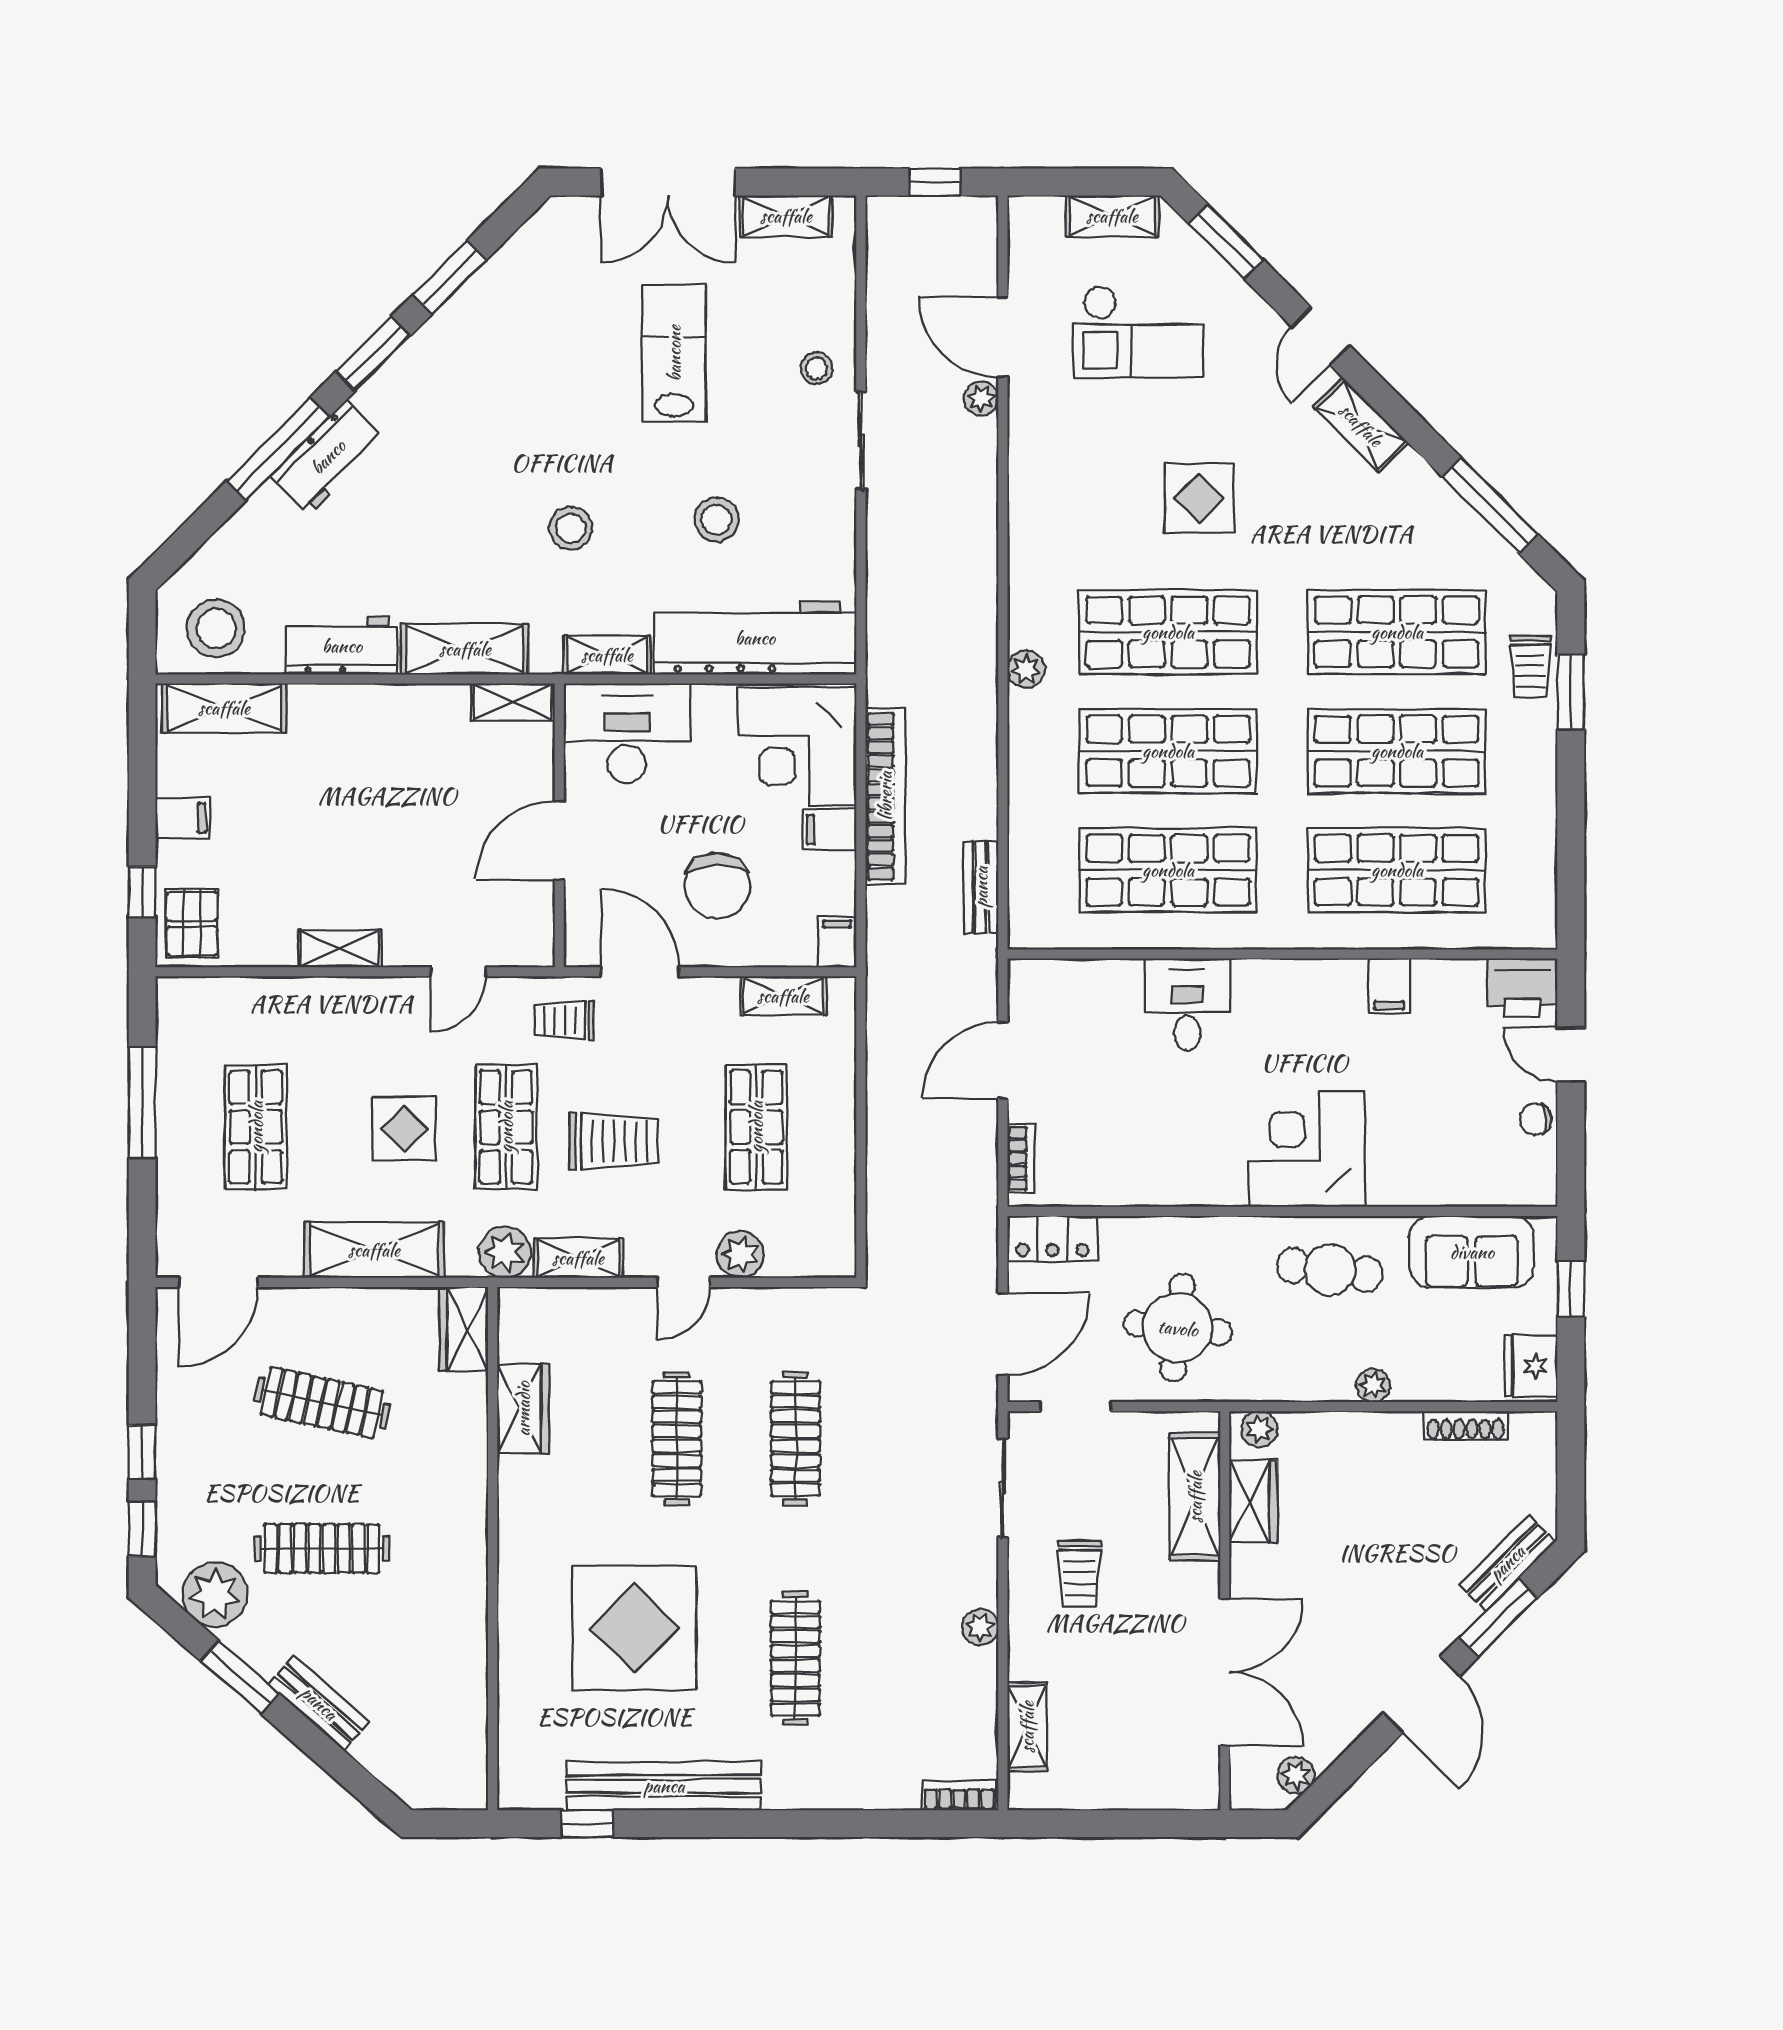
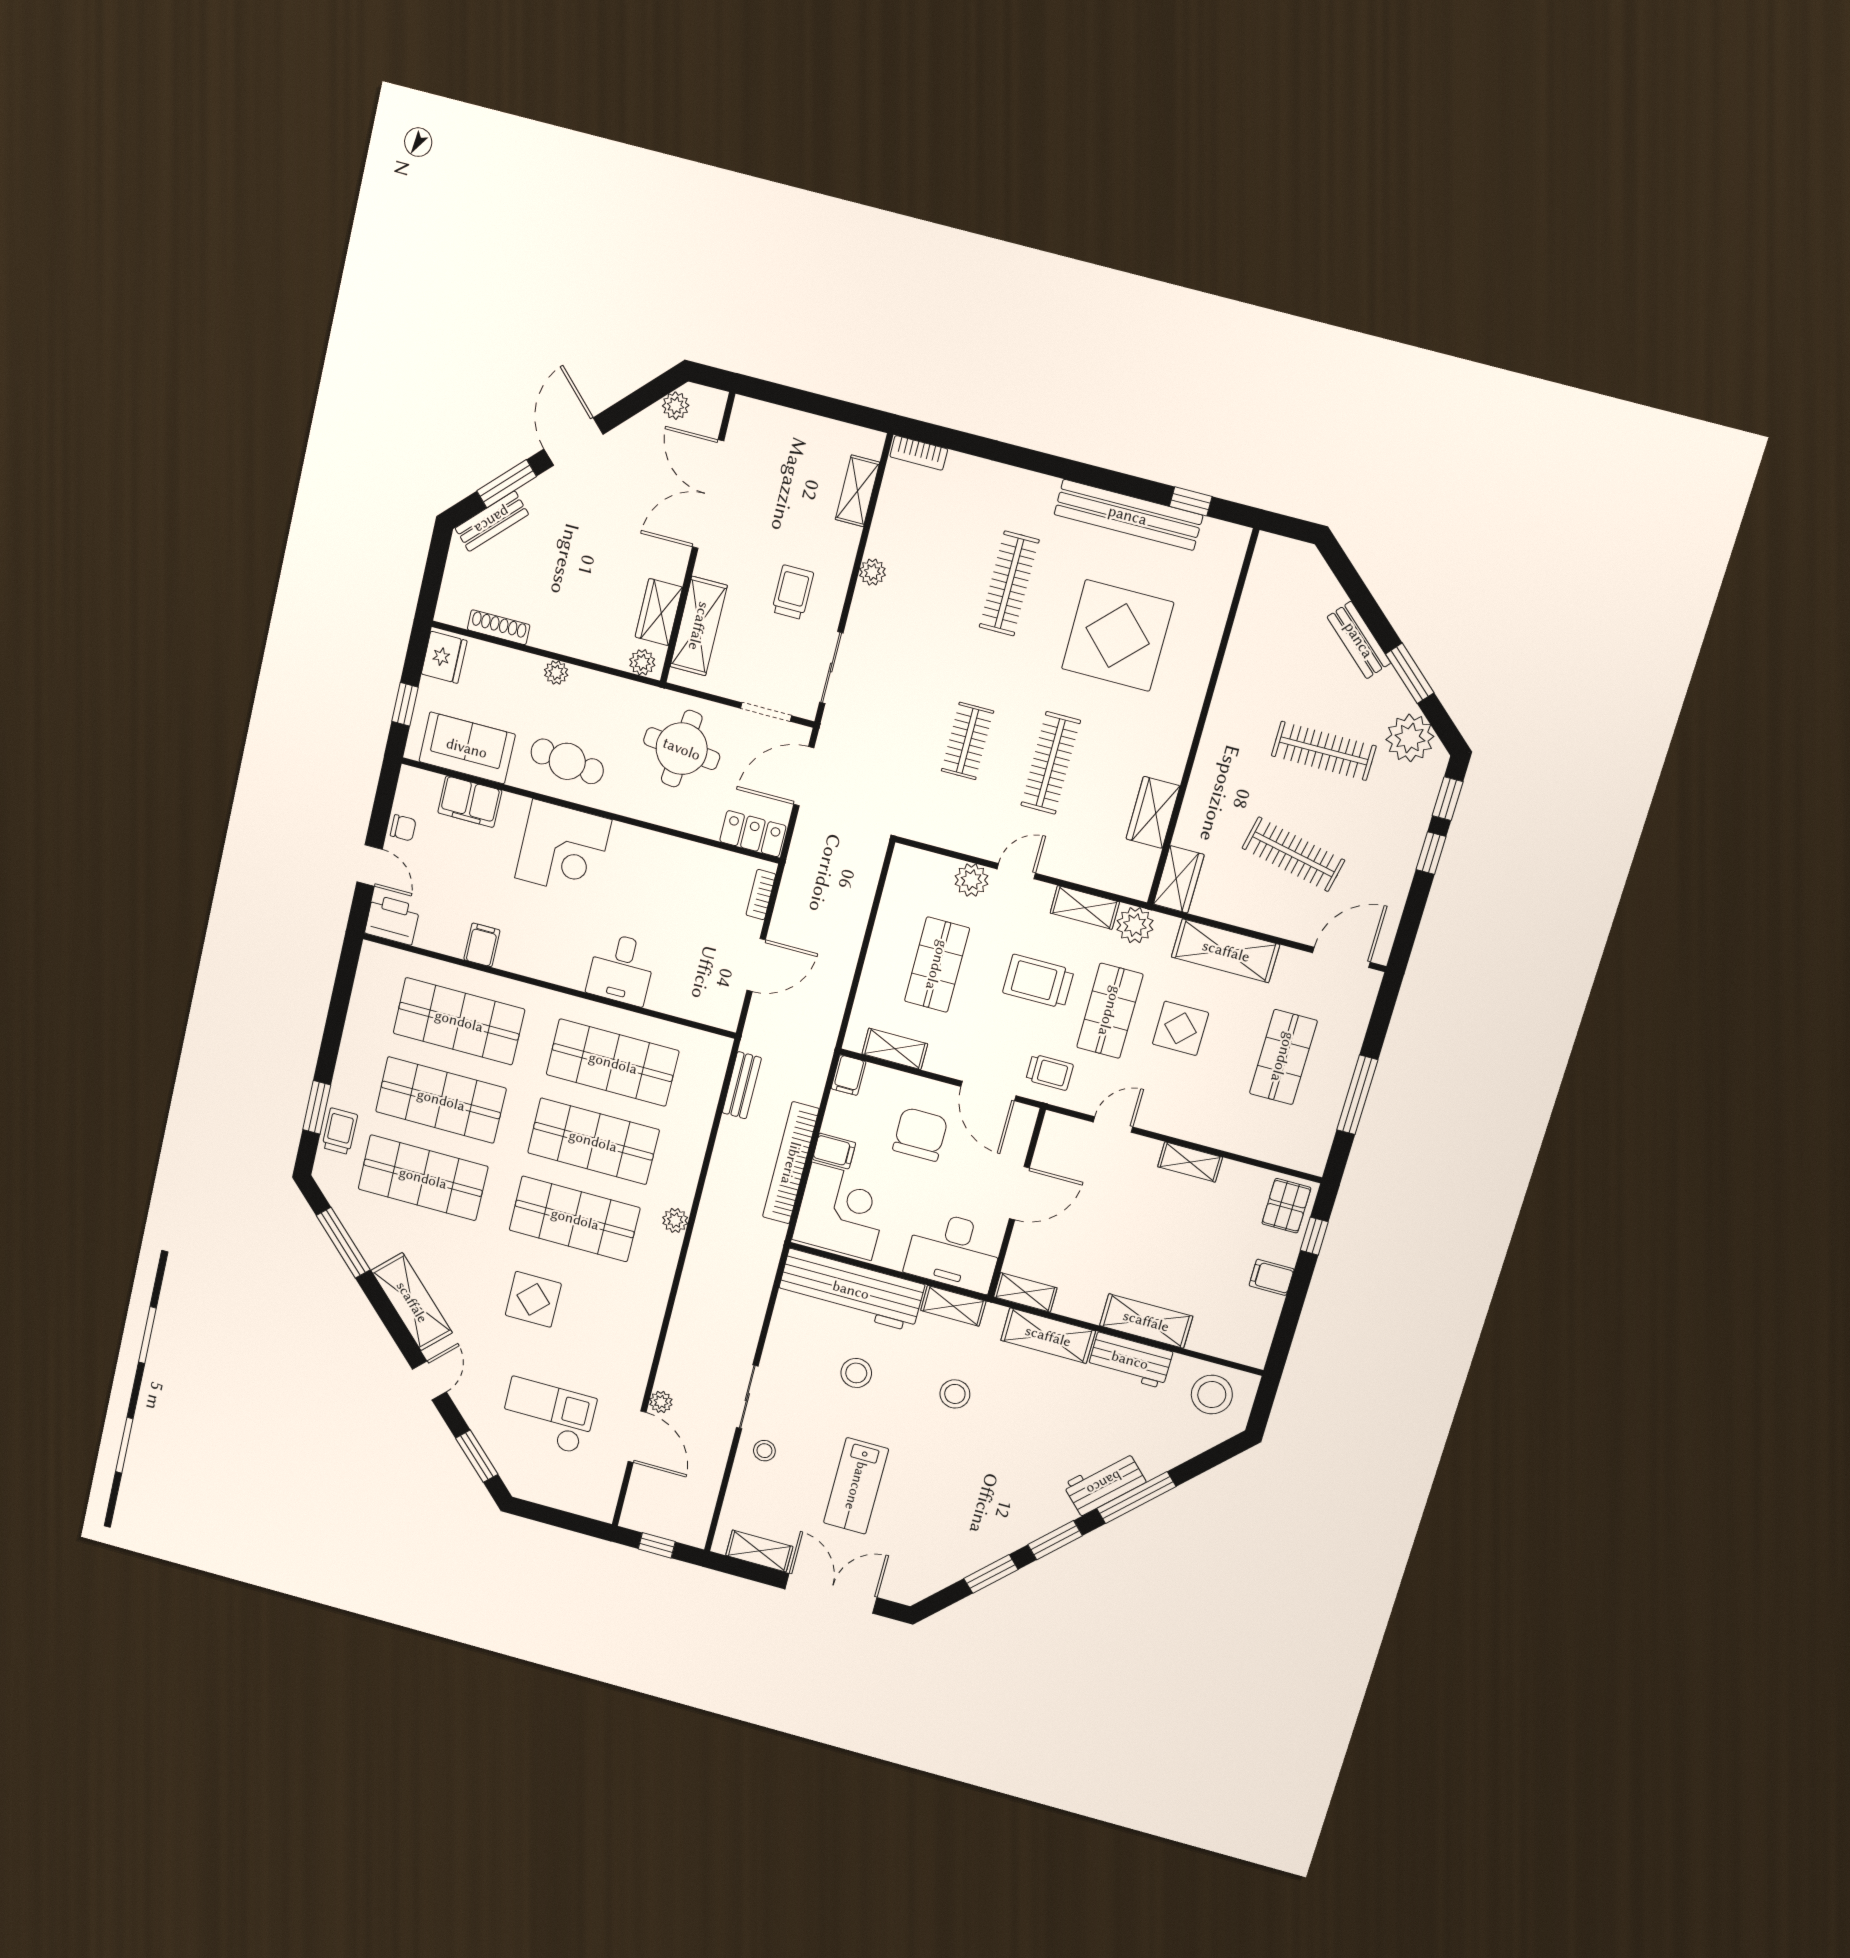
shelving: (1112, 216) -> (547, 1492), removed
shelving: (1361, 425) -> (412, 1302), width x1.50, depth x1.33
shelving: (224, 708) -> (1146, 1321), moved
filing cabinet: (1451, 1180) -> (470, 802), added
clothes rail: (795, 1439) -> (967, 741), width x0.73

